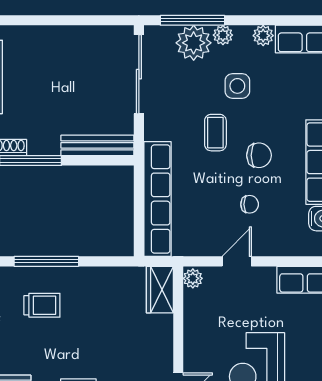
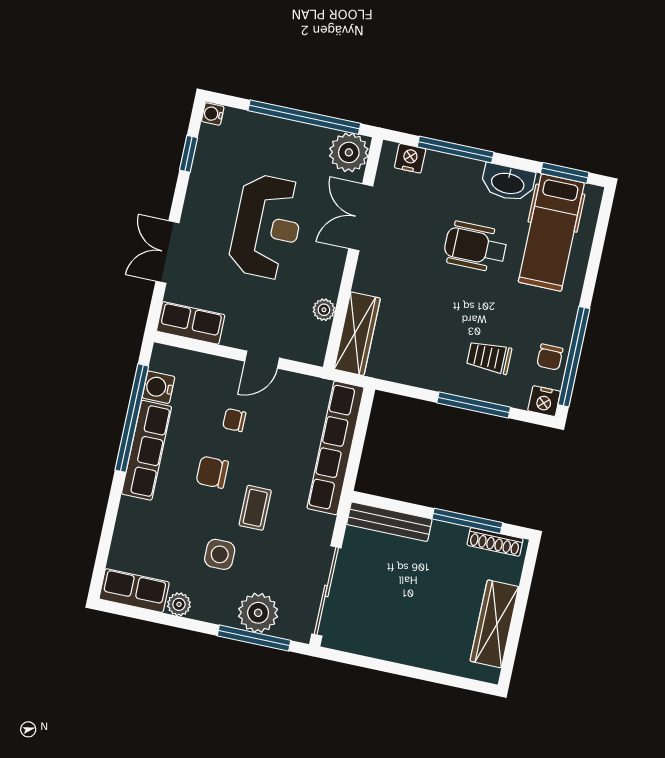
plant: (223, 35) -> (224, 614), removed
plant: (193, 278) -> (324, 310), moved
wardrobe: (160, 290) -> (357, 334), width x1.50

